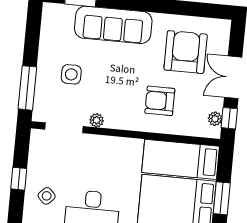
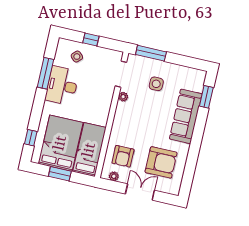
armchair: (160, 101) -> (123, 156), moved, turned 180
window: (229, 118) -> (113, 186), removed

